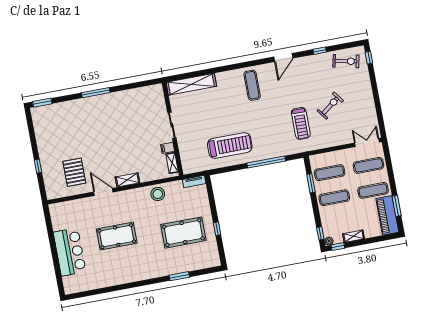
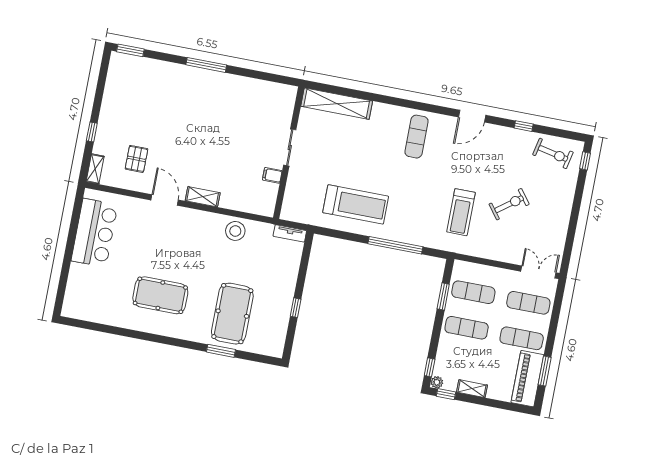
shelving: (172, 163) -> (95, 169), moved
pallet: (74, 172) -> (136, 159), width x0.67, depth x0.71
pool table: (183, 233) -> (232, 314), moved, turned 90
pool table: (117, 236) -> (160, 295), moved
bar counter: (70, 252) -> (94, 233), moved

